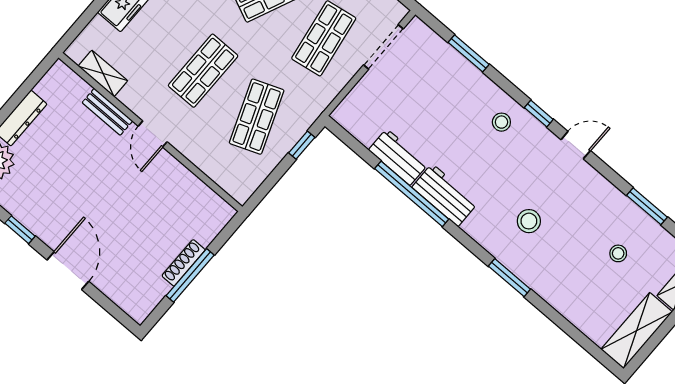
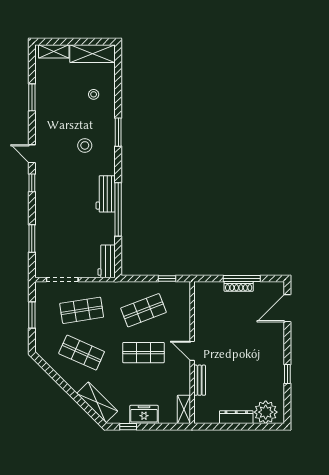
shelving: (103, 73) -> (184, 409), moved
stool: (501, 122) -> (50, 197), removed
door: (153, 134) -> (192, 351), swing flipped
window: (302, 145) -> (167, 279), moved
workbench: (398, 157) -> (107, 261), moved
stool: (618, 253) -> (94, 94), moved
door: (68, 271) -> (287, 308), moved

